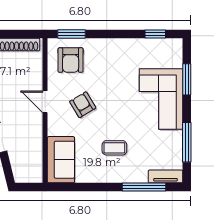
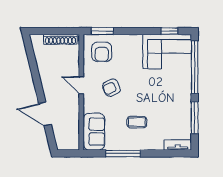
window: (187, 79) -> (195, 67), width x2.11
corner sofa: (161, 99) -> (167, 52), moved, turned -90
armchair: (83, 105) -> (111, 88), turned -82
window: (144, 187) -> (123, 153), moved

